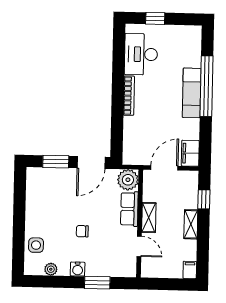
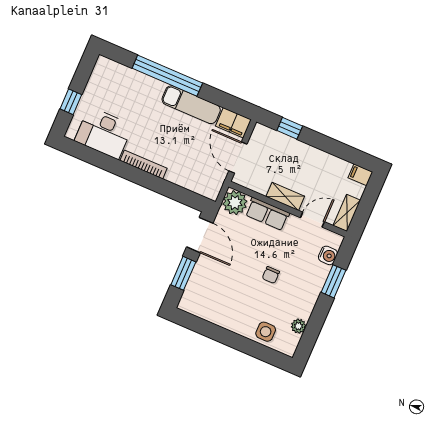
exam couch: (192, 93) -> (191, 105), moved
shelving: (191, 224) -> (347, 213), moved, turned 90
water cooler: (78, 269) -> (328, 255), moved

